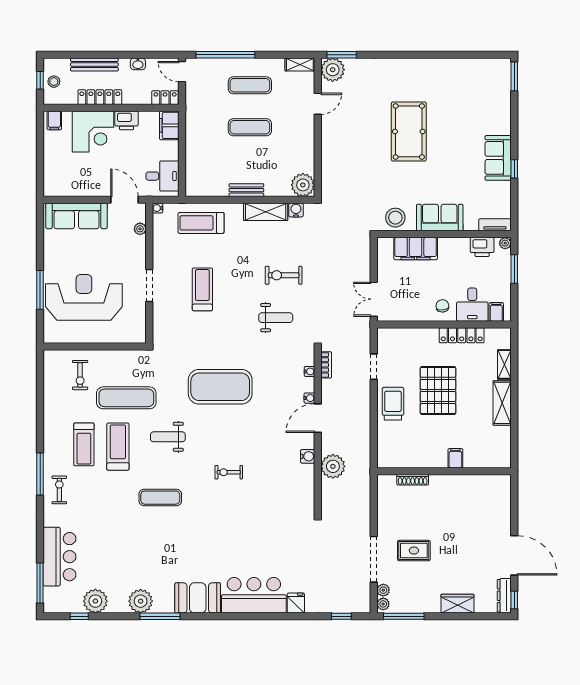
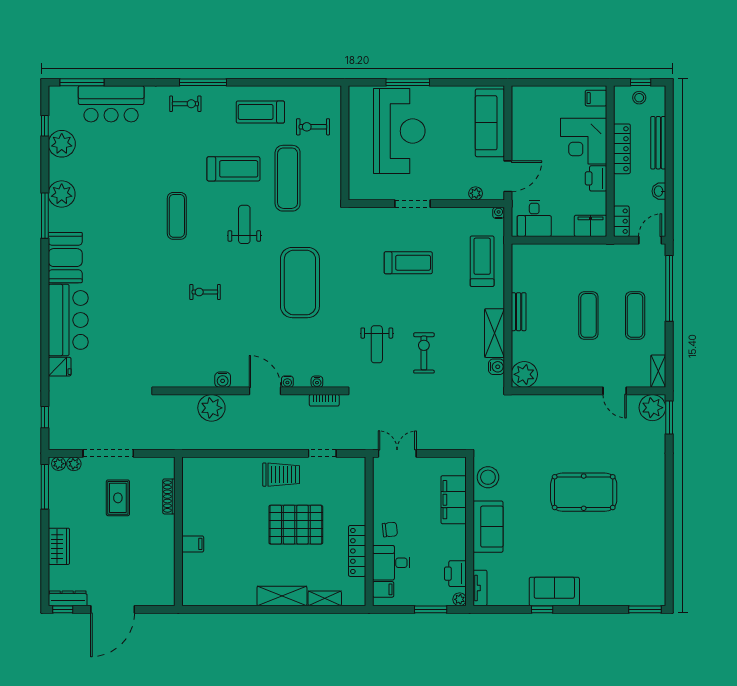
treadmill: (84, 444) -> (260, 112), moved
filing cabinet: (455, 458) -> (193, 544), moved
wall: (444, 471) -> (178, 531), moved
exercise bike: (229, 472) -> (205, 292), turned -90
shoe rack: (413, 480) -> (169, 496), moved

